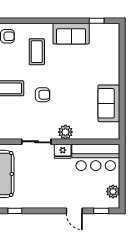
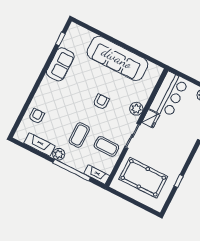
coffee table: (37, 52) -> (106, 146), moved
armchair: (43, 95) -> (101, 102), moved
sofa: (109, 103) -> (117, 58), width x1.85, depth x1.27

